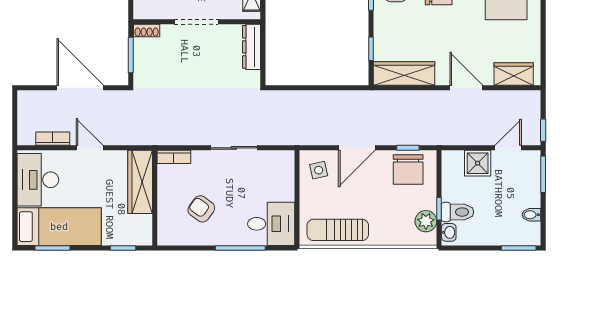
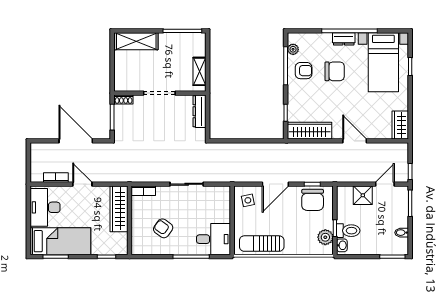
wardrobe: (514, 74) -> (400, 125), moved, turned -90

